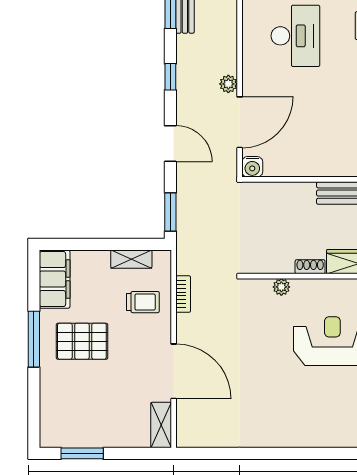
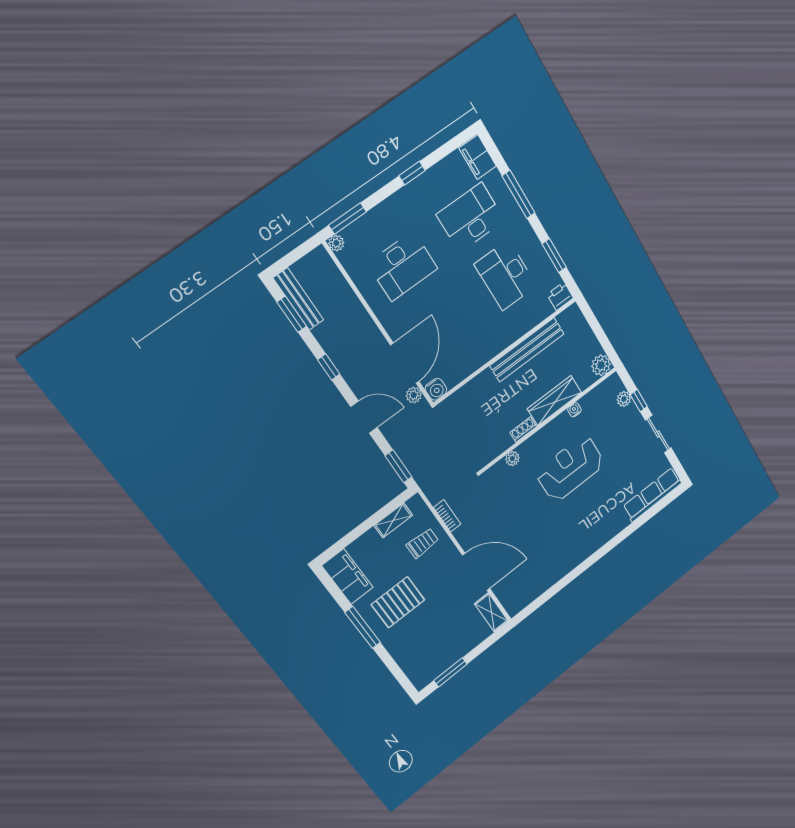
desk: (295, 36) -> (403, 266), turned 90
plant: (228, 84) -> (414, 395), moved

